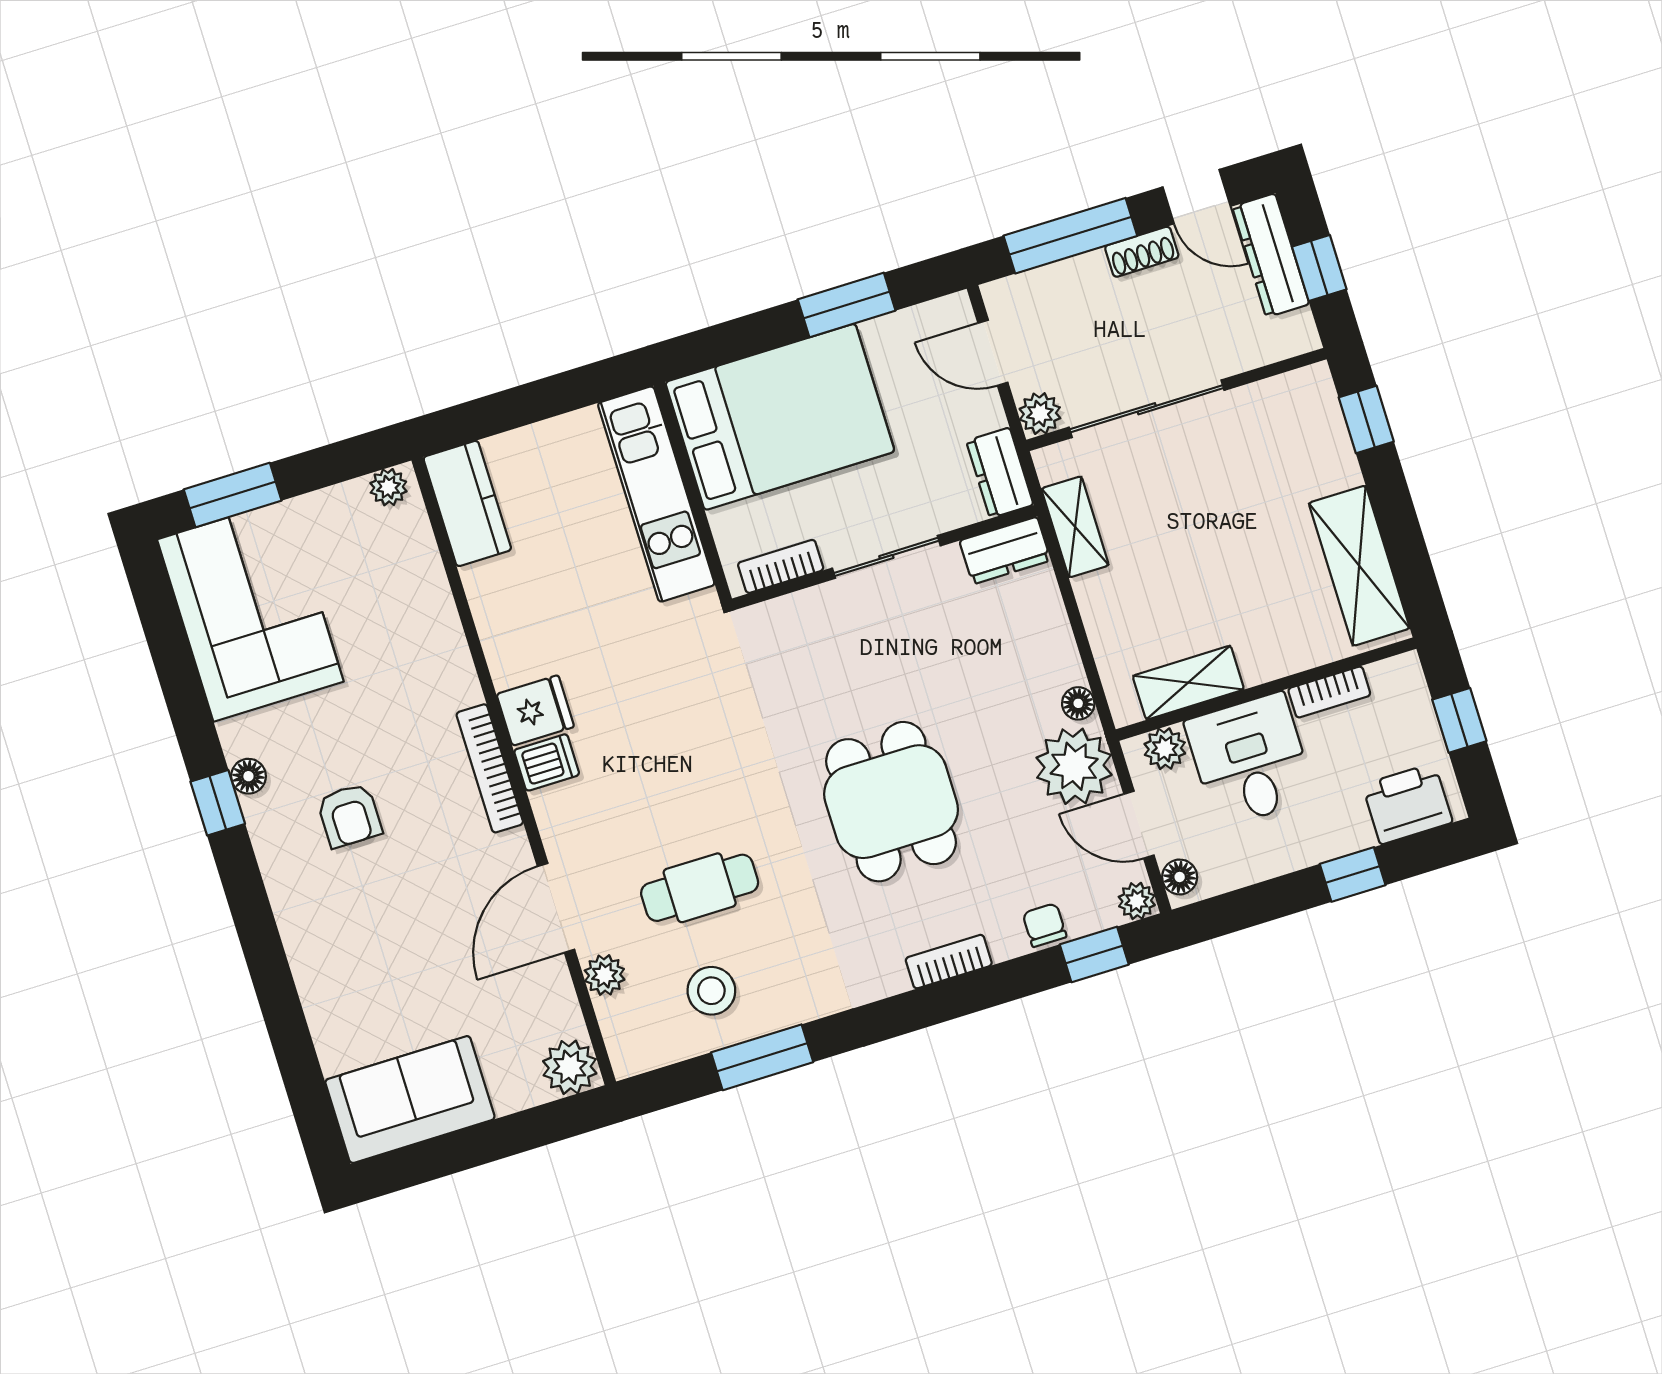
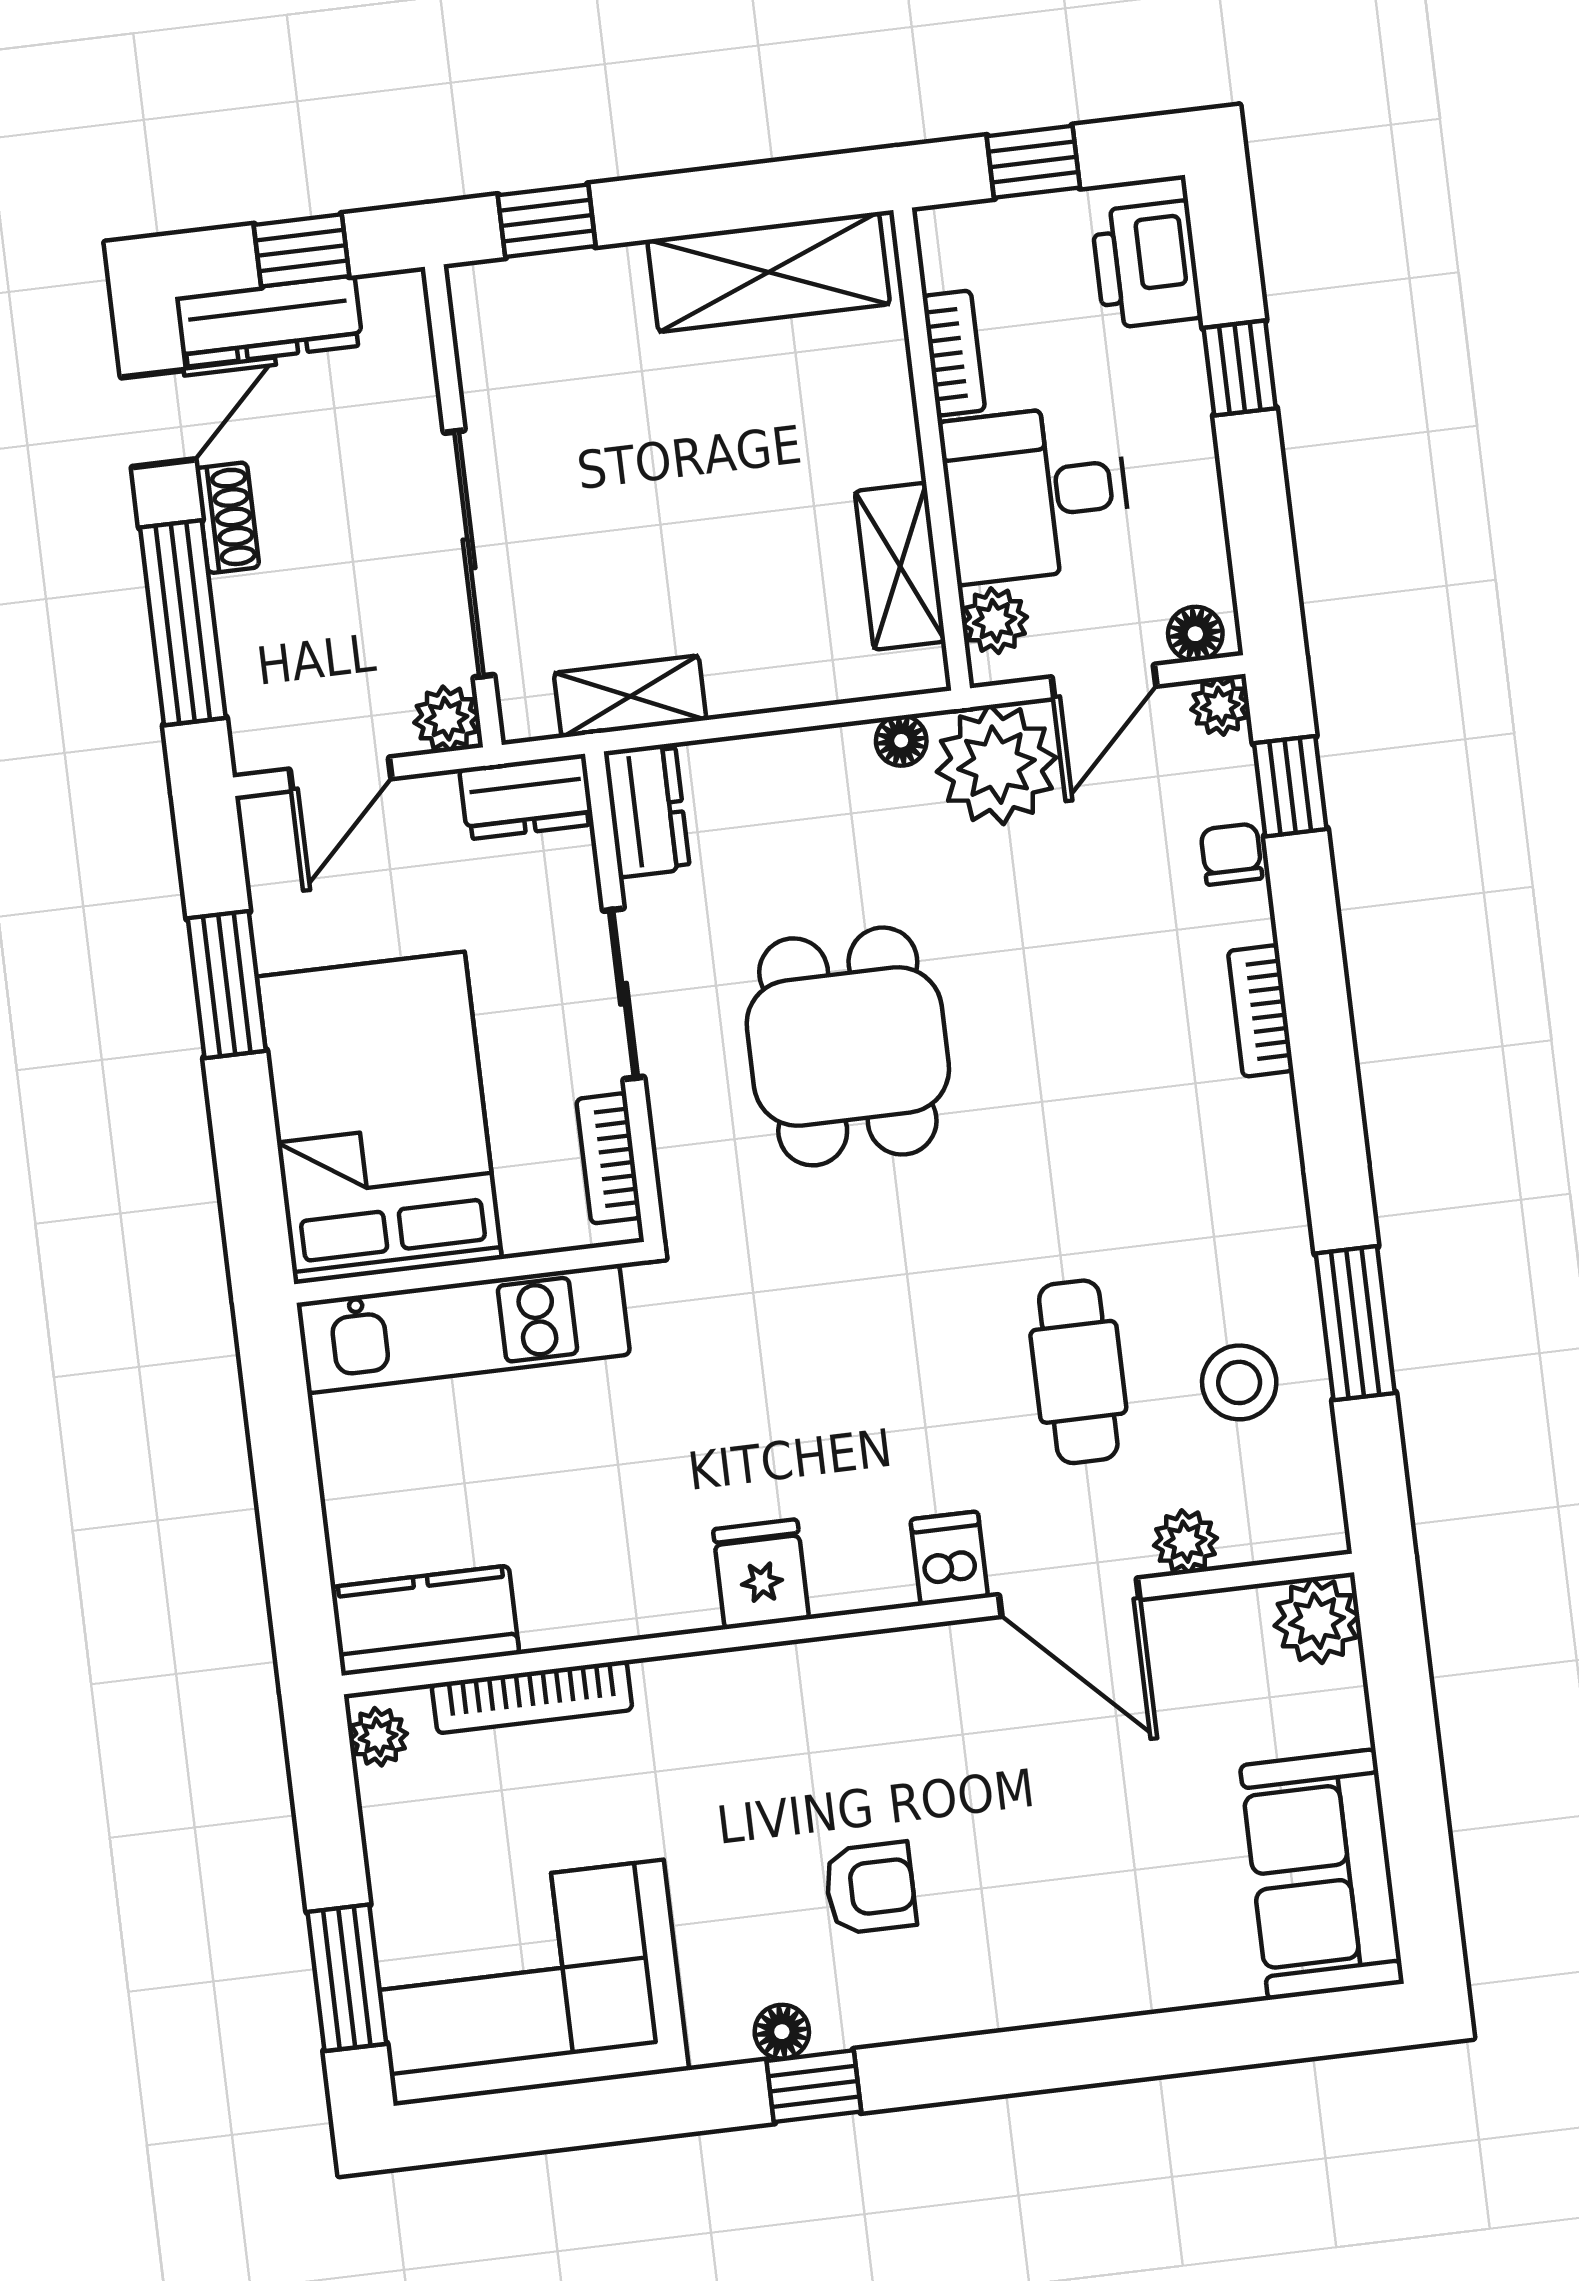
dishwasher: (547, 762) -> (949, 1558), moved
bookcase: (490, 768) -> (532, 1697), moved
dining table: (891, 802) -> (848, 1046), moved, turned 90
chair: (1045, 925) -> (1231, 854), turned 90

